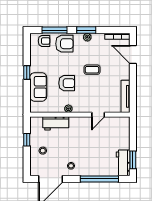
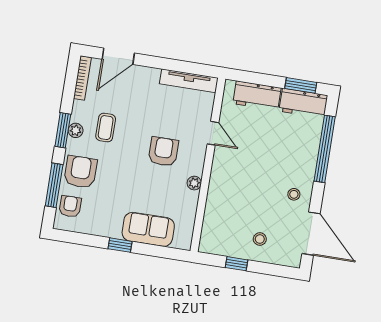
coffee table: (92, 70) -> (106, 128), moved
armchair: (67, 83) -> (163, 152), moved
workbench: (56, 123) -> (257, 96), moved, turned 90

